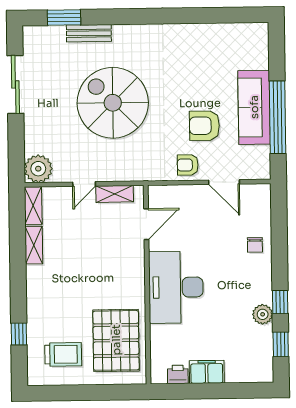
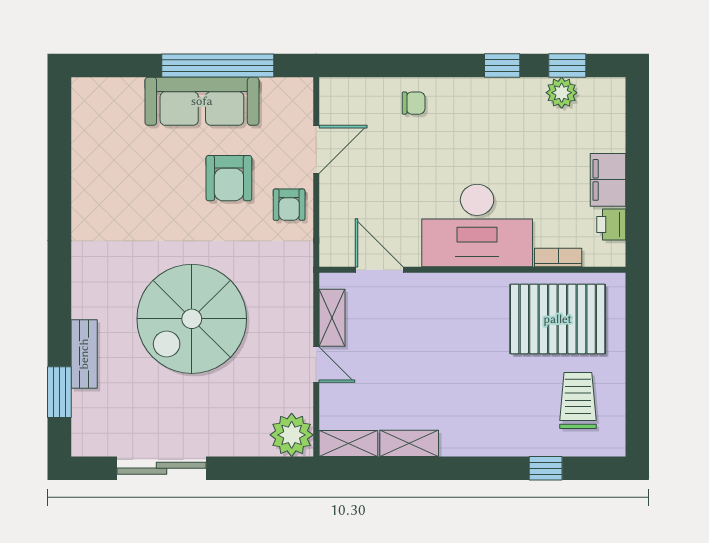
plant: (263, 314) -> (562, 93), moved
bookcase: (156, 340) -> (558, 257), added

